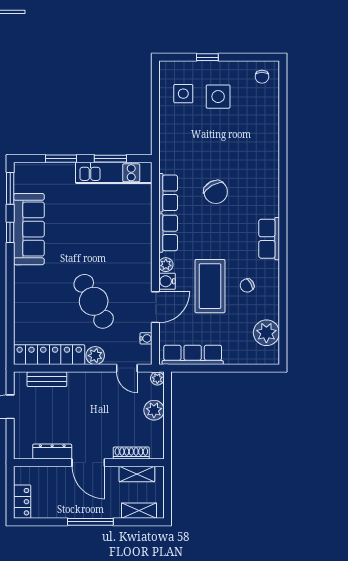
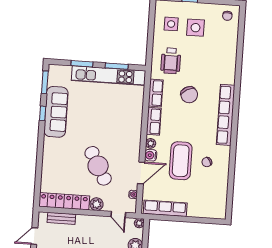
wheelchair: (186, 146) -> (171, 61), added
kitchen unit: (114, 173) -> (109, 76), width x1.36
row of seats: (269, 239) -> (226, 115), width x2.02
plant: (266, 333) -> (218, 196), removed

